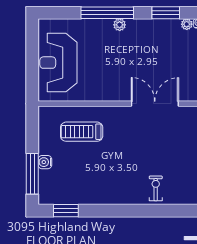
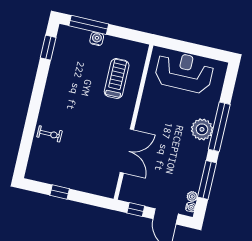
window: (166, 13) -> (207, 180), width x1.44
plant: (120, 25) -> (202, 129), width x1.88, depth x1.88

